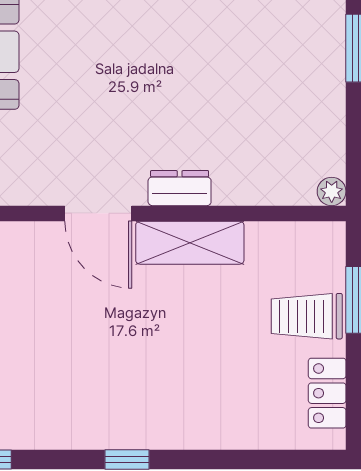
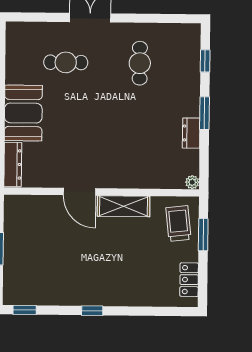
dresser: (180, 188) -> (191, 133), moved, turned -90
trolley: (307, 316) -> (178, 223), moved, turned 84

